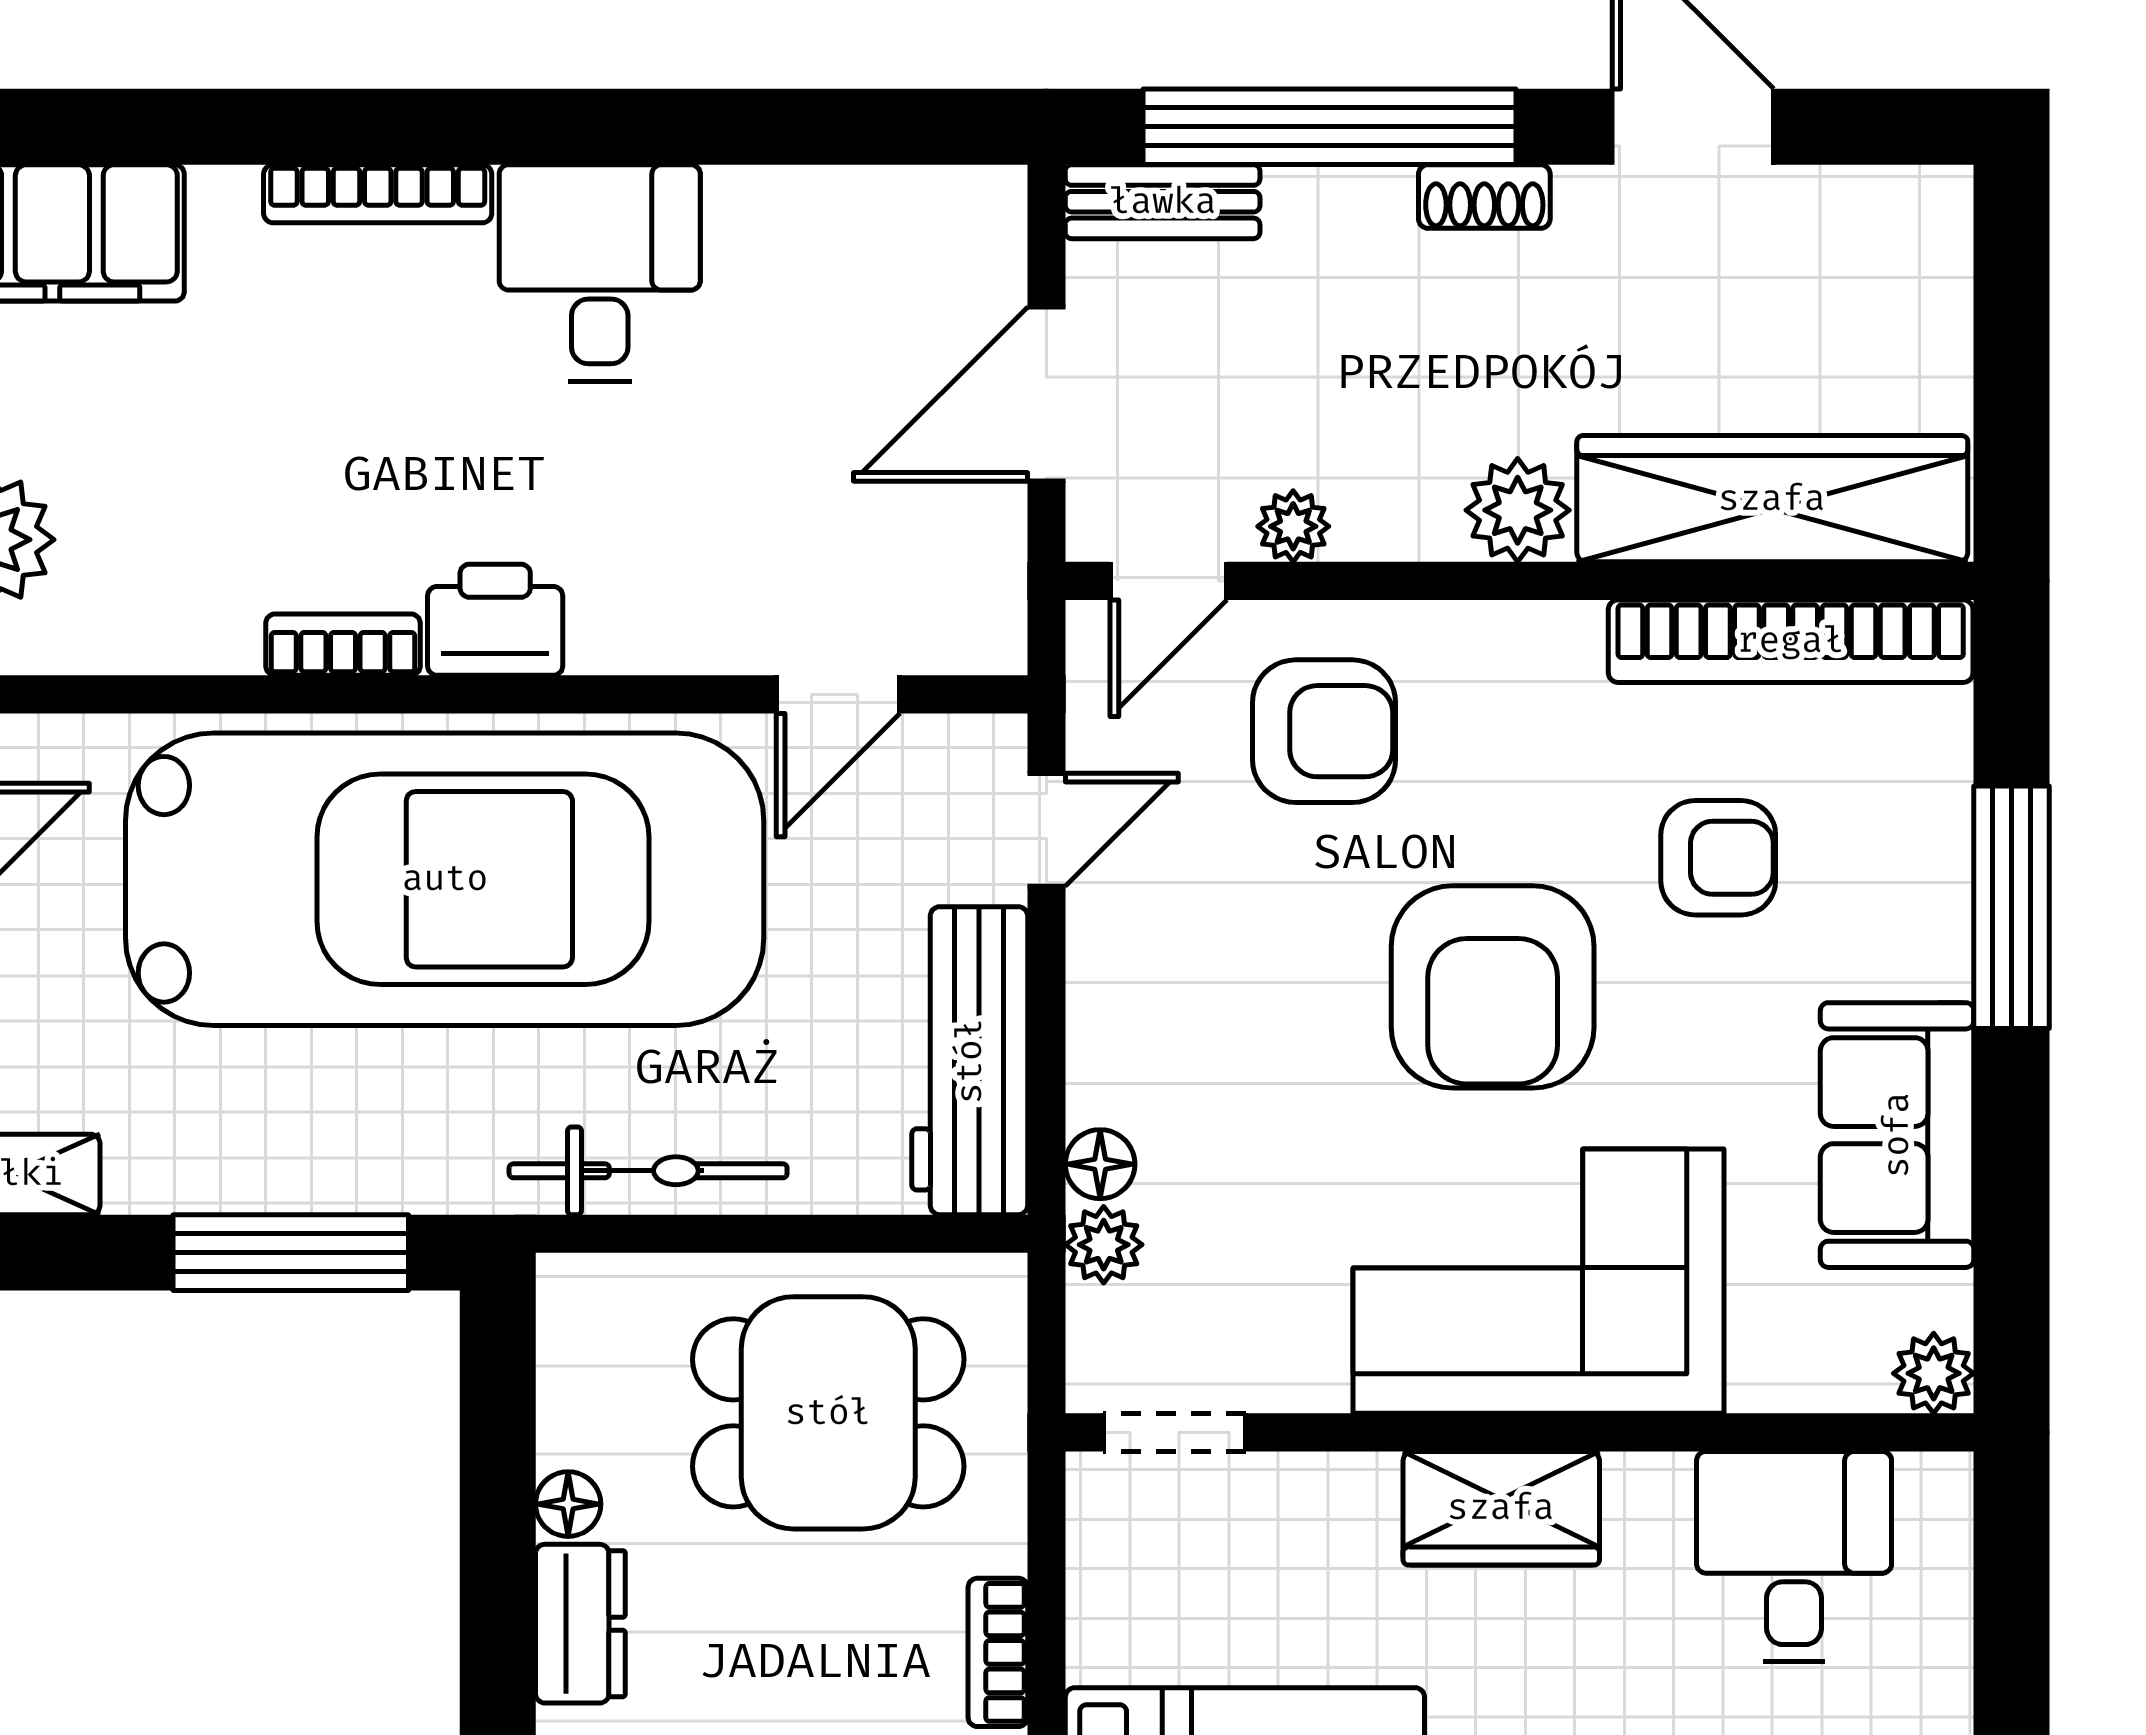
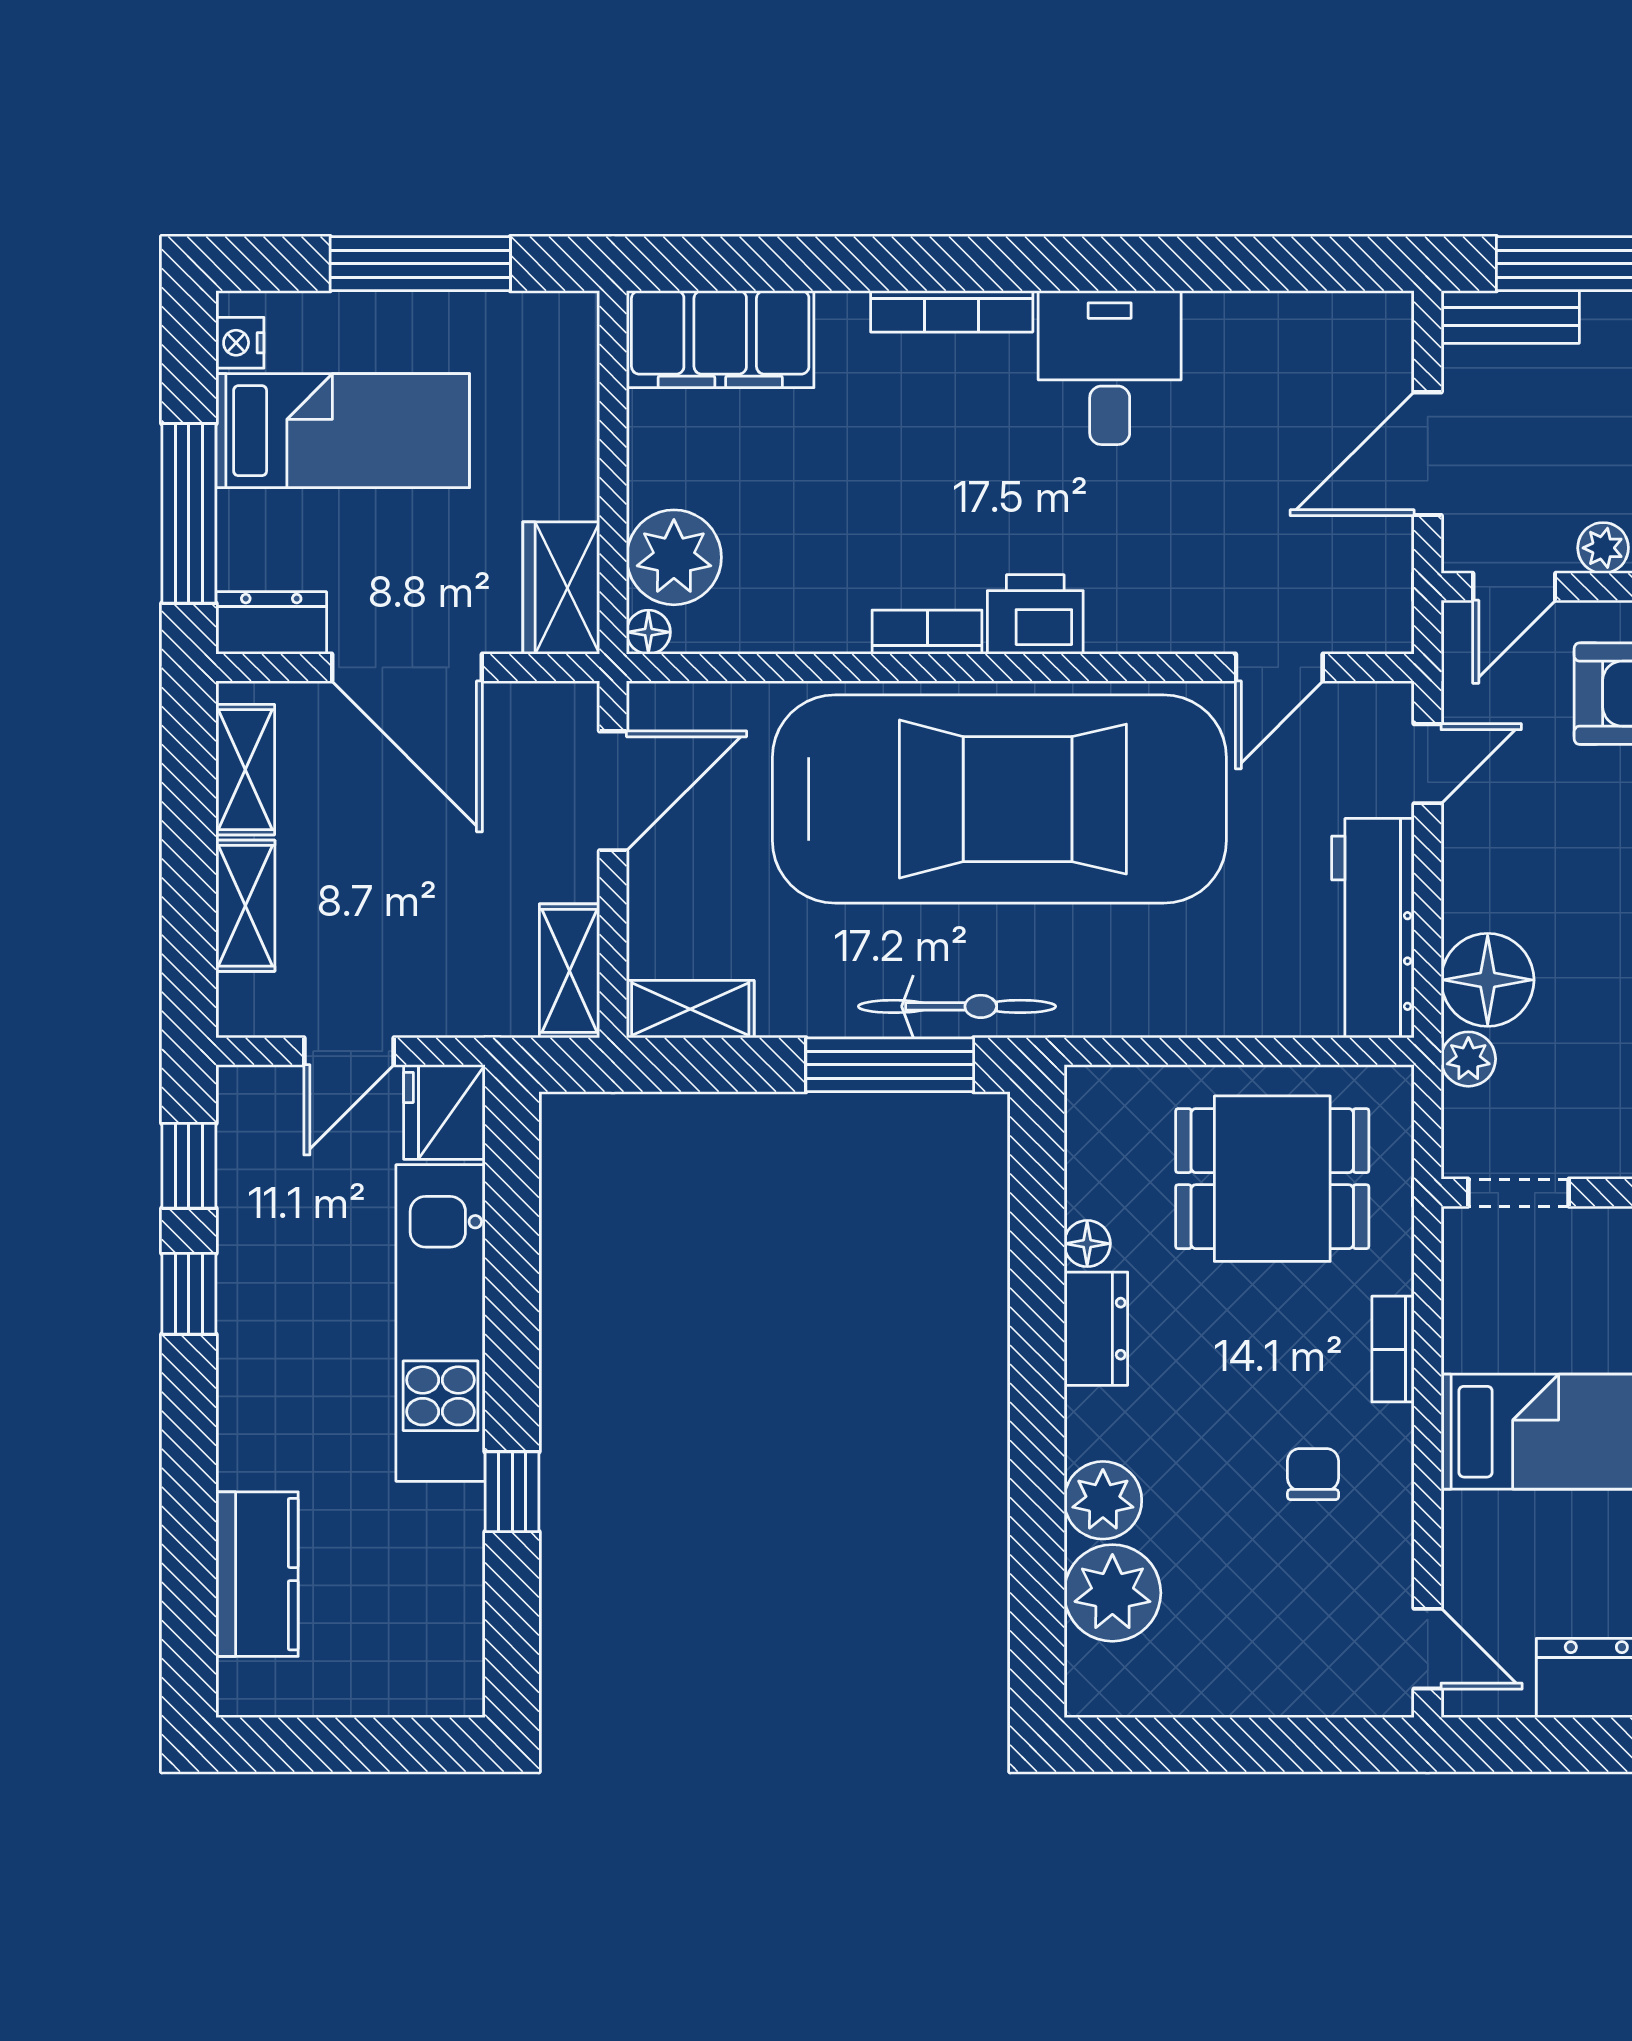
floor lamp: (1100, 1164) -> (1488, 980), width x1.89, depth x1.89
bicycle: (648, 1171) -> (957, 1006), moved

